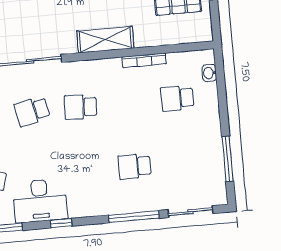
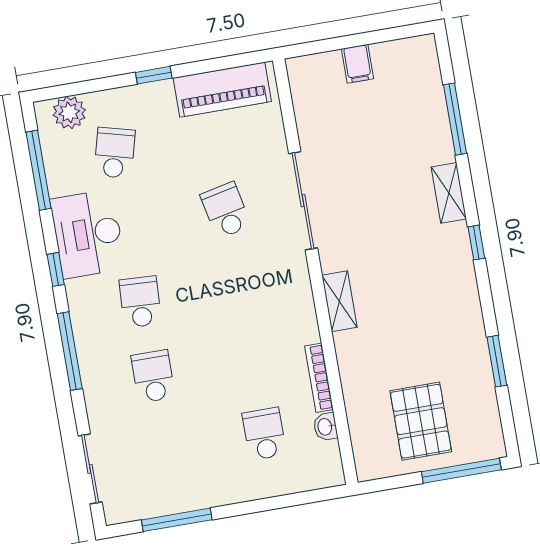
shelving: (105, 40) -> (339, 301), width x0.67, depth x0.75
washbasin: (209, 73) -> (325, 427), moved, turned -90
school desk: (81, 107) -> (140, 302), moved
window: (134, 217) -> (70, 351), moved

